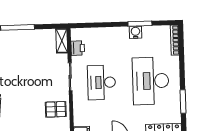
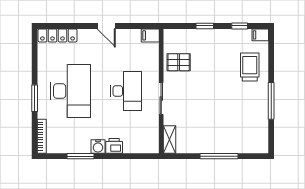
water cooler: (135, 32) -> (98, 146), moved
printer: (78, 48) -> (114, 146), moved, turned 90
window: (183, 102) -> (35, 98), moved

